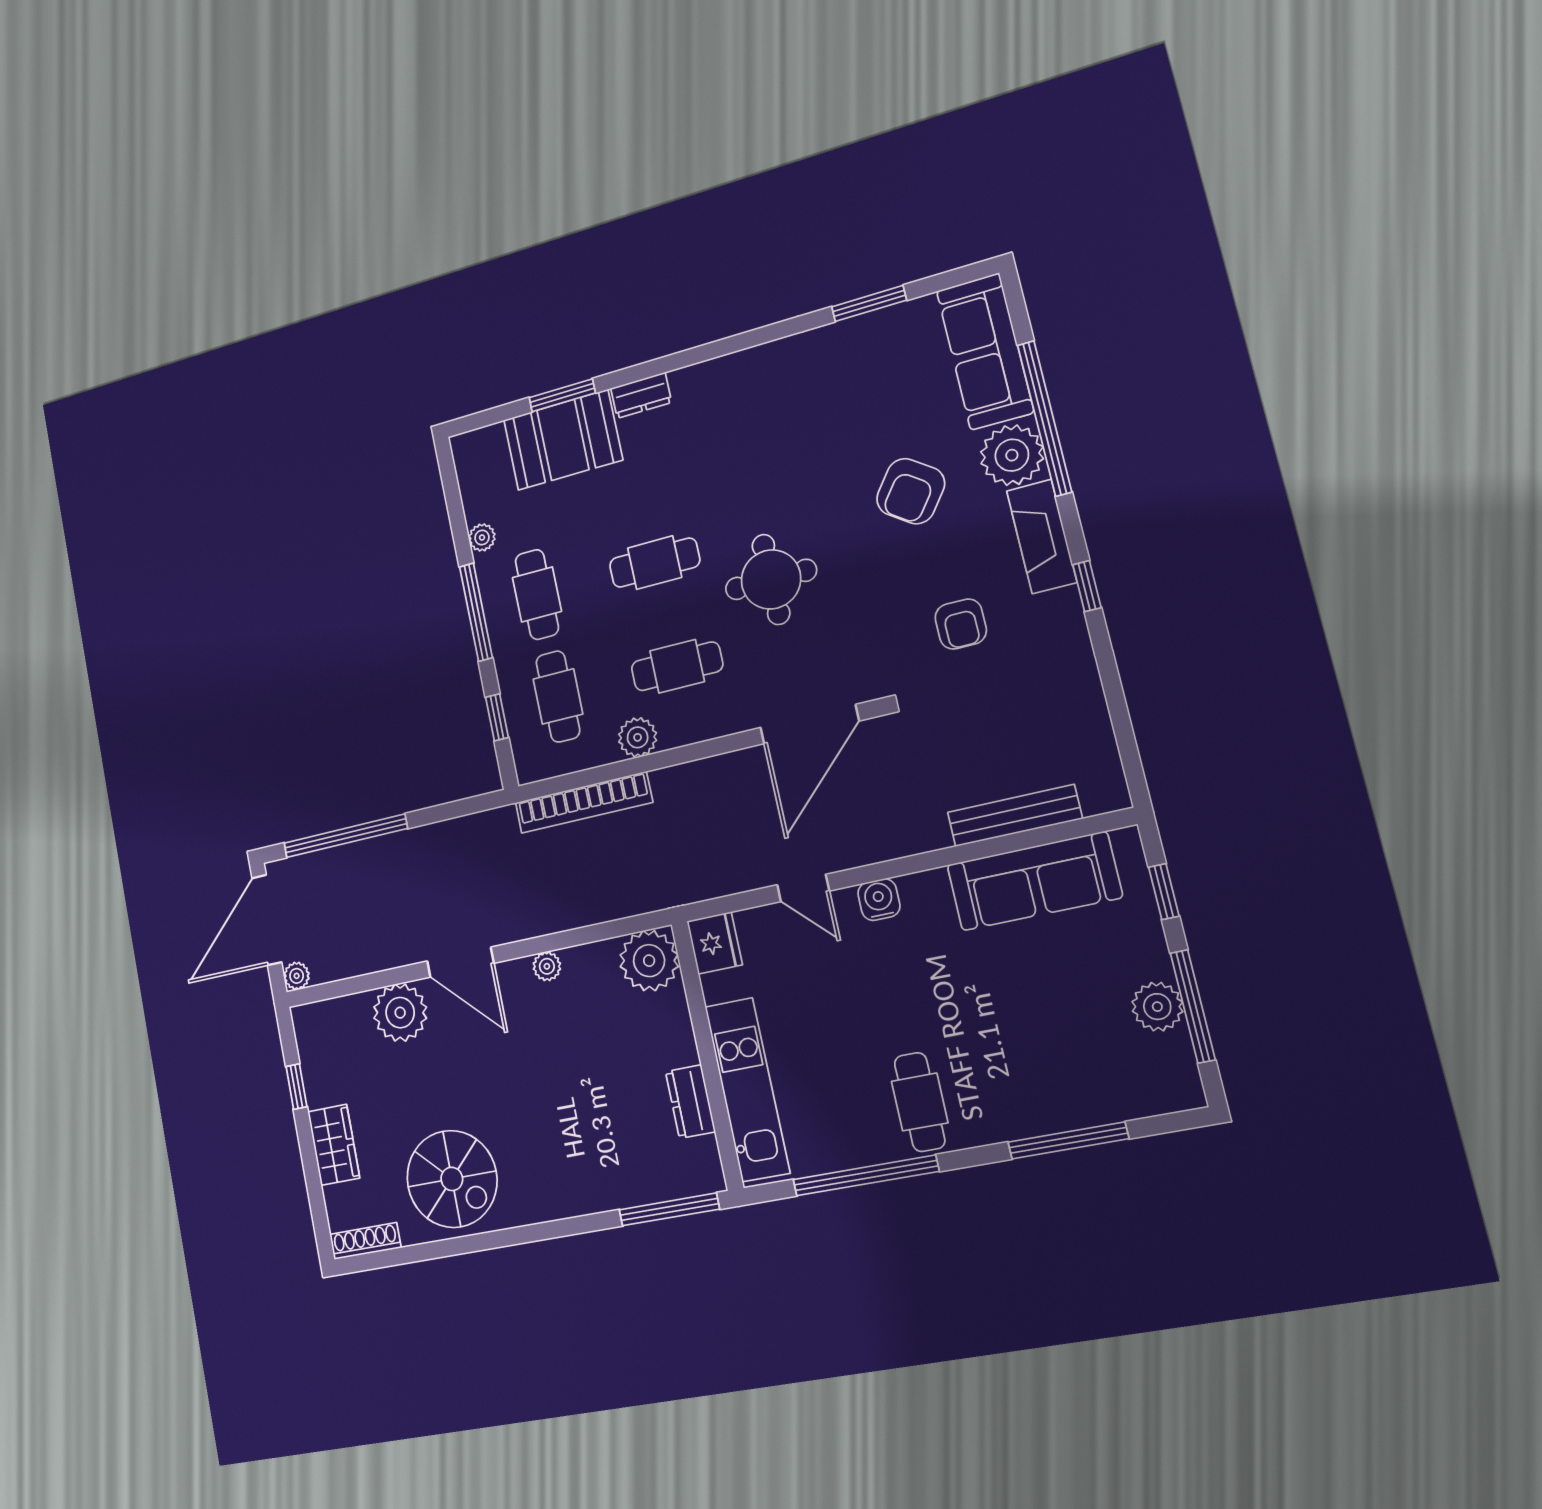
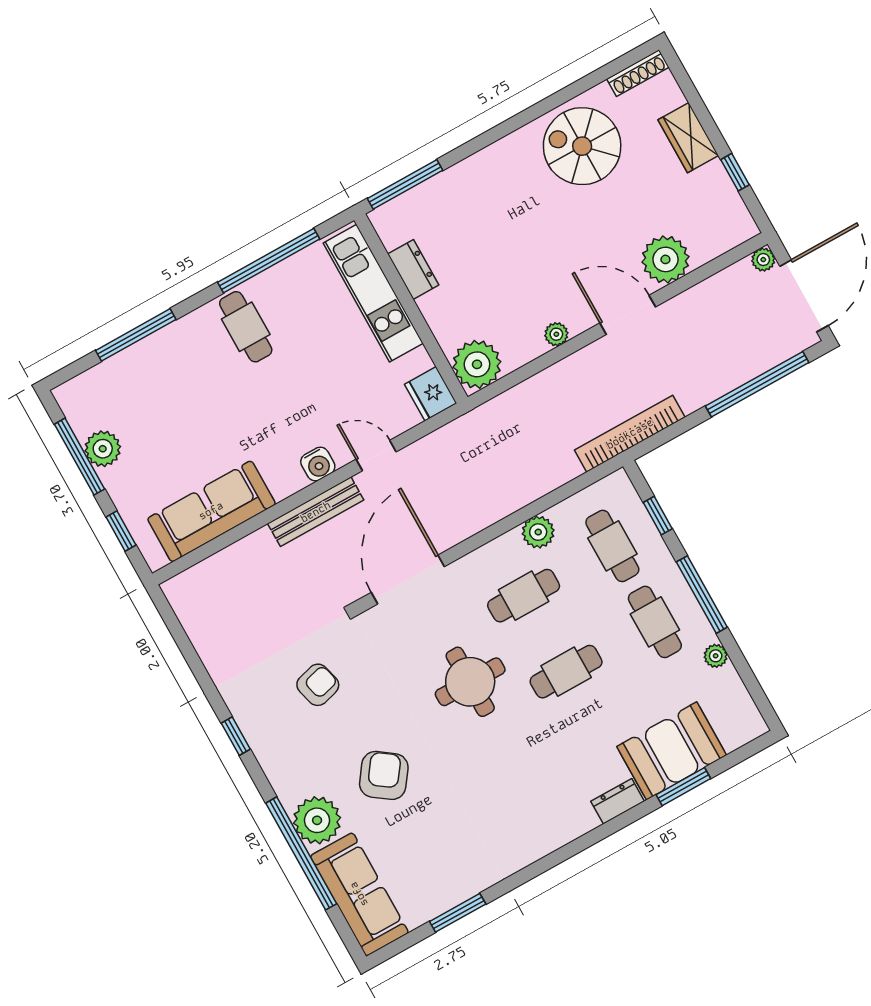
fireplace: (1042, 536) -> (278, 765), removed
armchair: (961, 624) -> (318, 685), turned 75
bookcase: (584, 802) -> (630, 434), moved
bench: (1015, 816) -> (316, 512), moved

